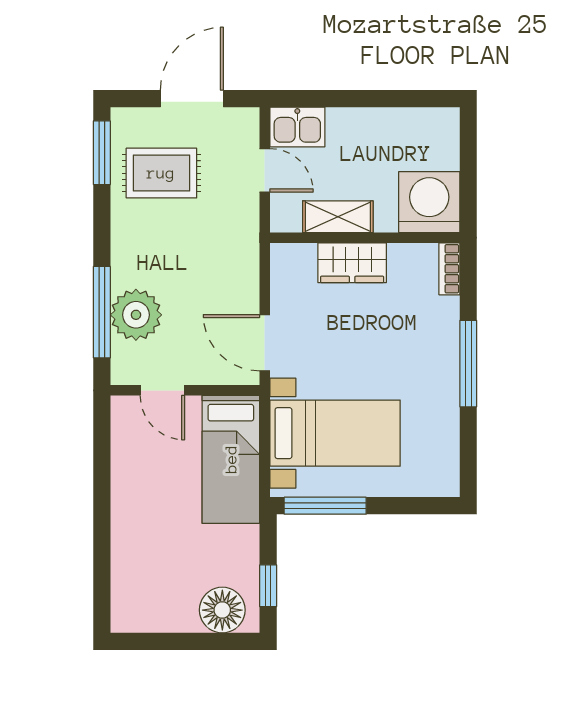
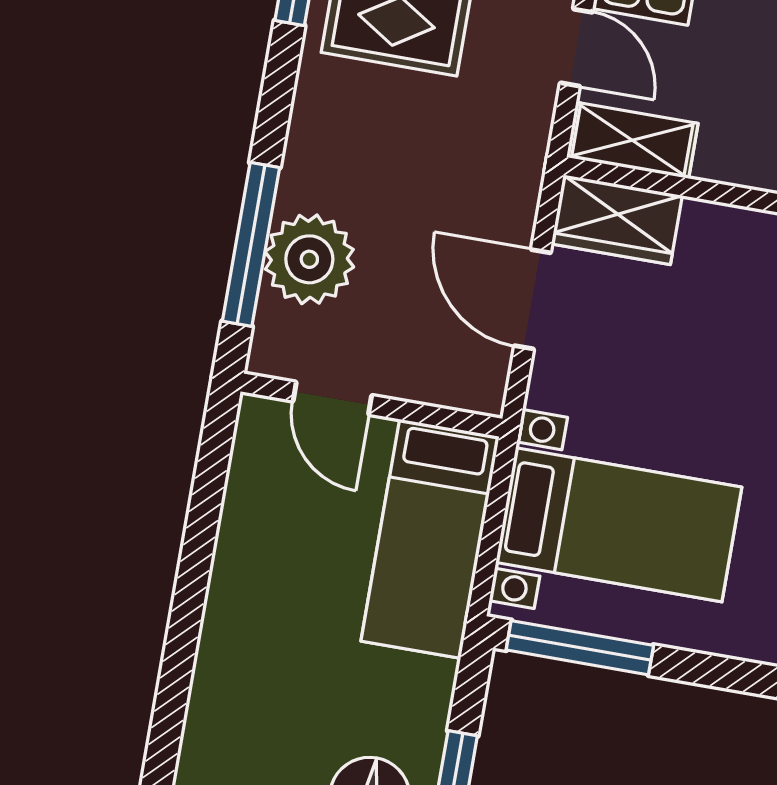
shelving: (338, 217) -> (632, 140), moved
wardrobe: (352, 263) -> (617, 220), moved
door: (265, 343) -> (532, 299), moved

